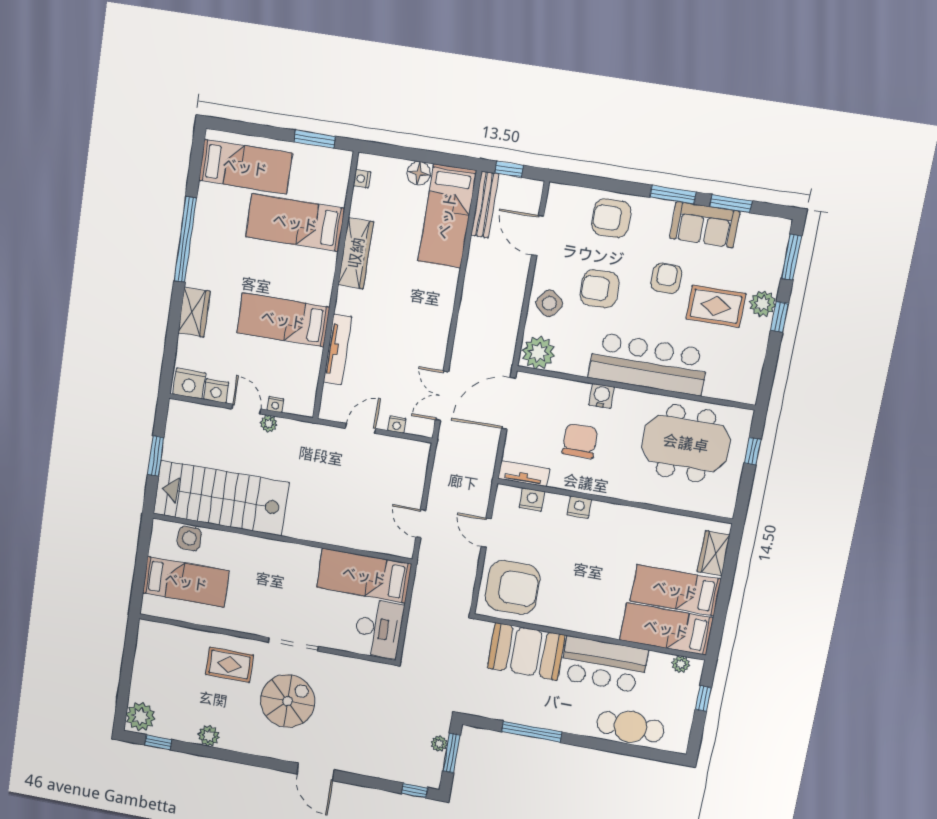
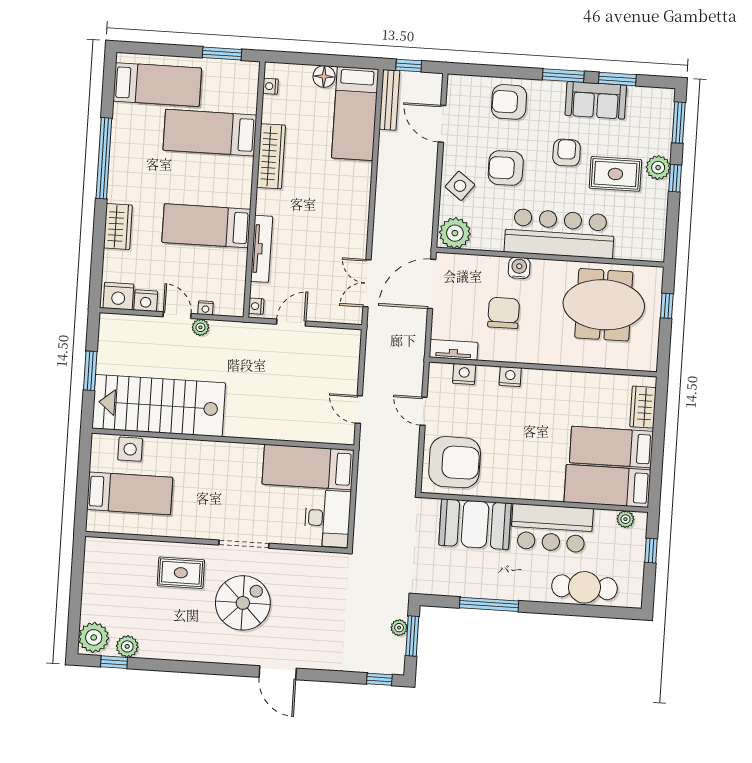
nightstand: (397, 425) -> (256, 306), moved, turned 90
plant: (209, 736) -> (127, 646), moved

